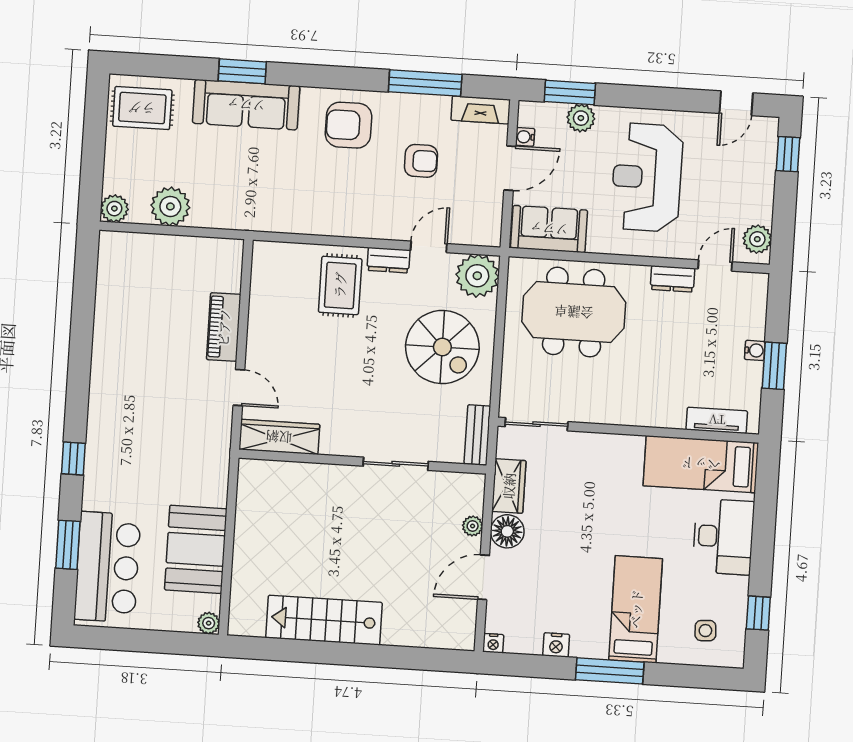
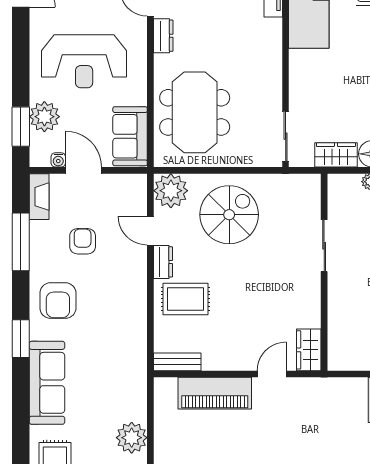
window: (242, 71) -> (21, 339), moved
plant: (581, 118) -> (44, 117), width x1.36, depth x1.36
piano: (224, 327) -> (215, 393), width x1.37, depth x1.33
bench: (477, 435) -> (177, 362), moved
wardrobe: (279, 437) -> (309, 350), width x0.67

